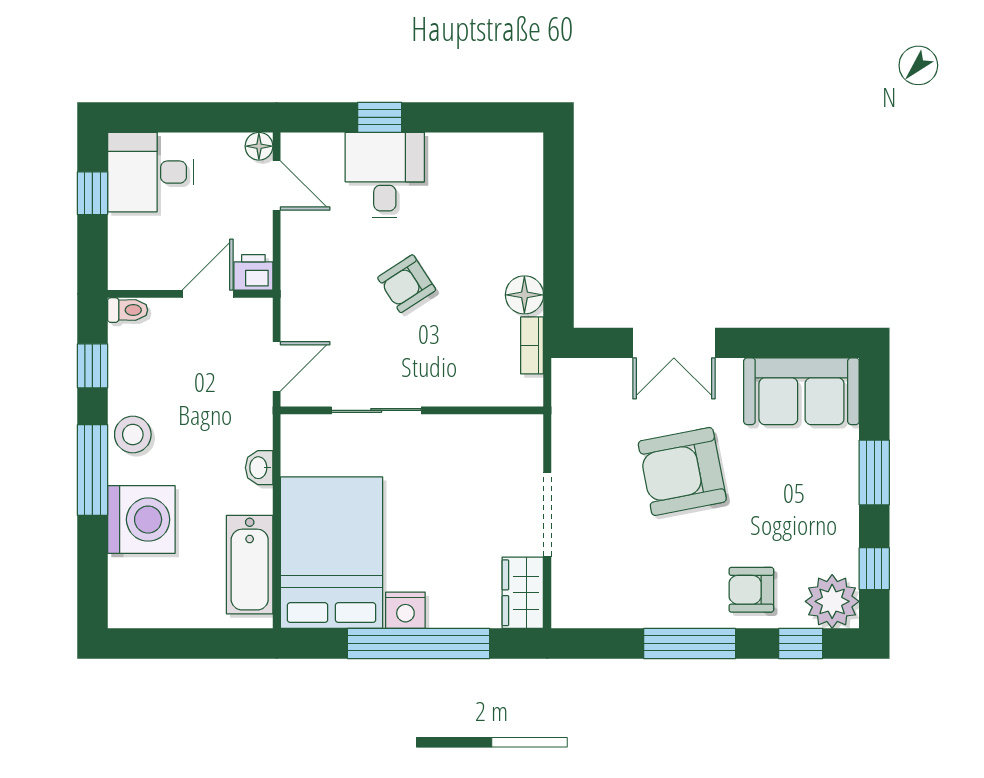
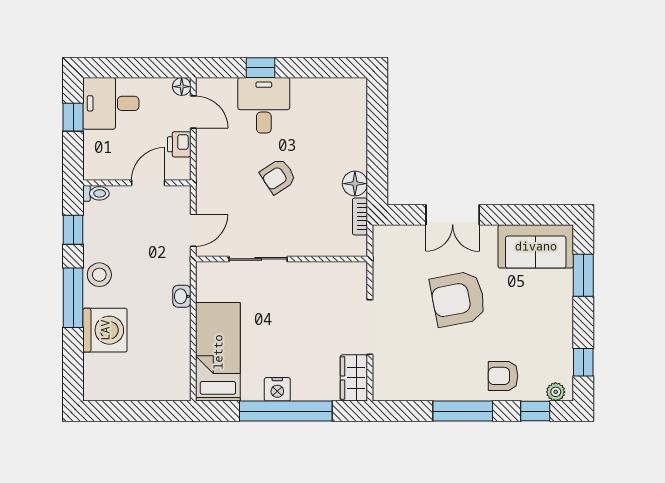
printer: (253, 272) -> (179, 144), moved, turned -90
window: (874, 472) -> (583, 275), moved
bed: (332, 553) -> (218, 352), width x0.67
bathtub: (250, 565) -> (176, 360), removed
plant: (832, 601) -> (556, 392), width x0.53, depth x0.53

